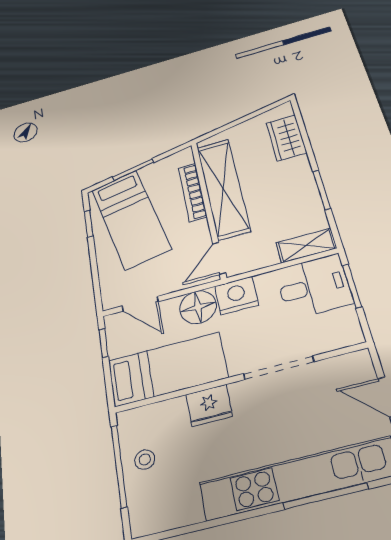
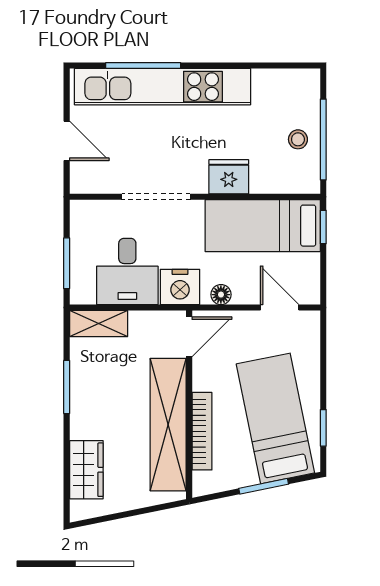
desk: (314, 286) -> (127, 272), moved, turned -90
floor lamp: (198, 307) -> (221, 295), width x0.53, depth x0.53
window: (104, 343) -> (323, 227), moved

